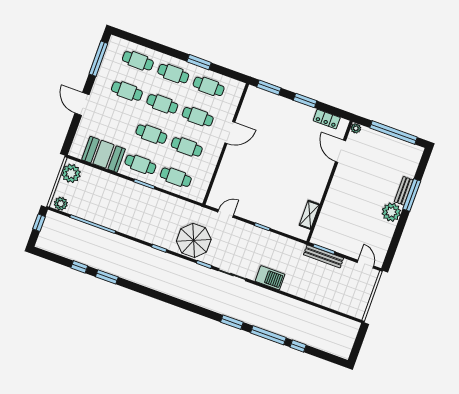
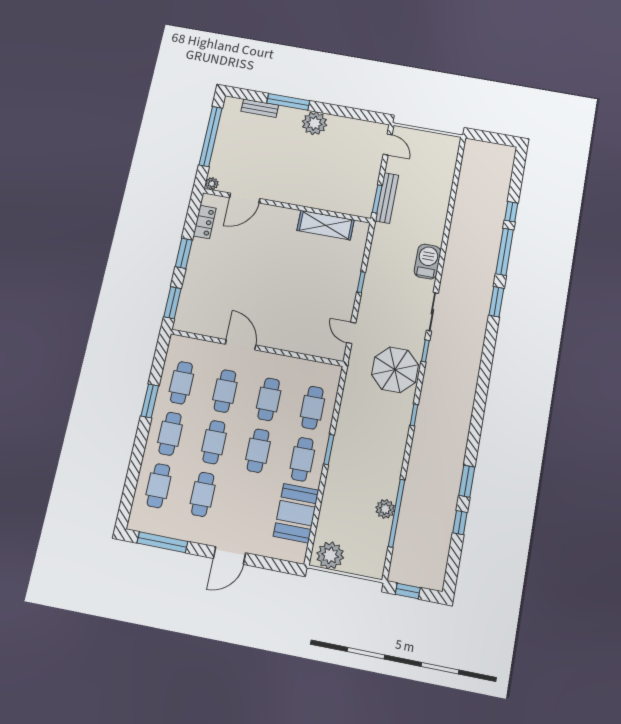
bench: (404, 191) -> (260, 108), moved
plant: (61, 204) -> (385, 509), moved
shelving: (309, 215) -> (326, 225), width x1.50, depth x1.33
door: (365, 264) -> (388, 144), swing flipped

